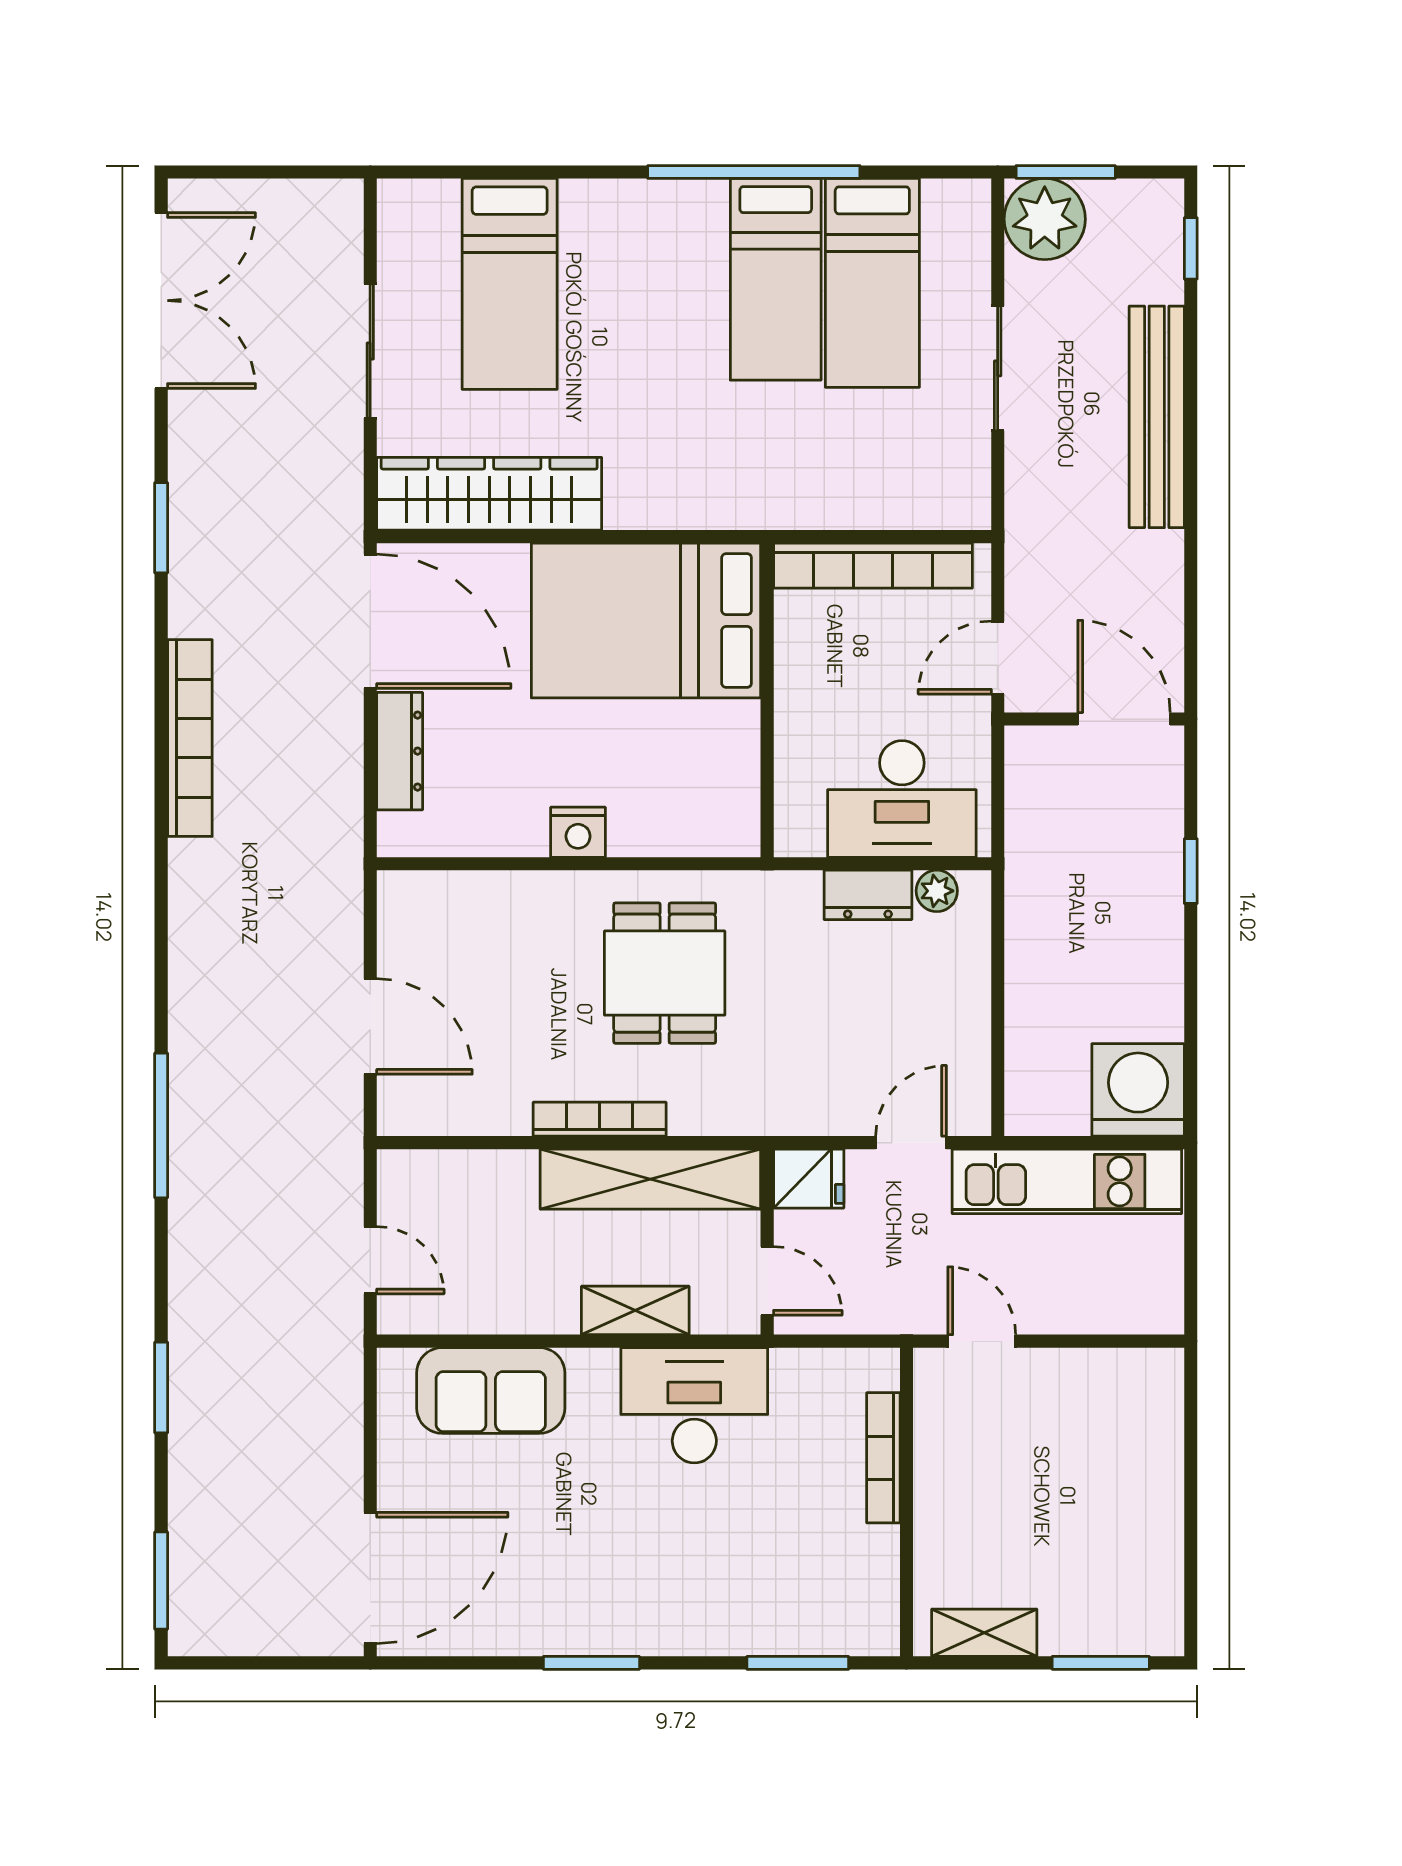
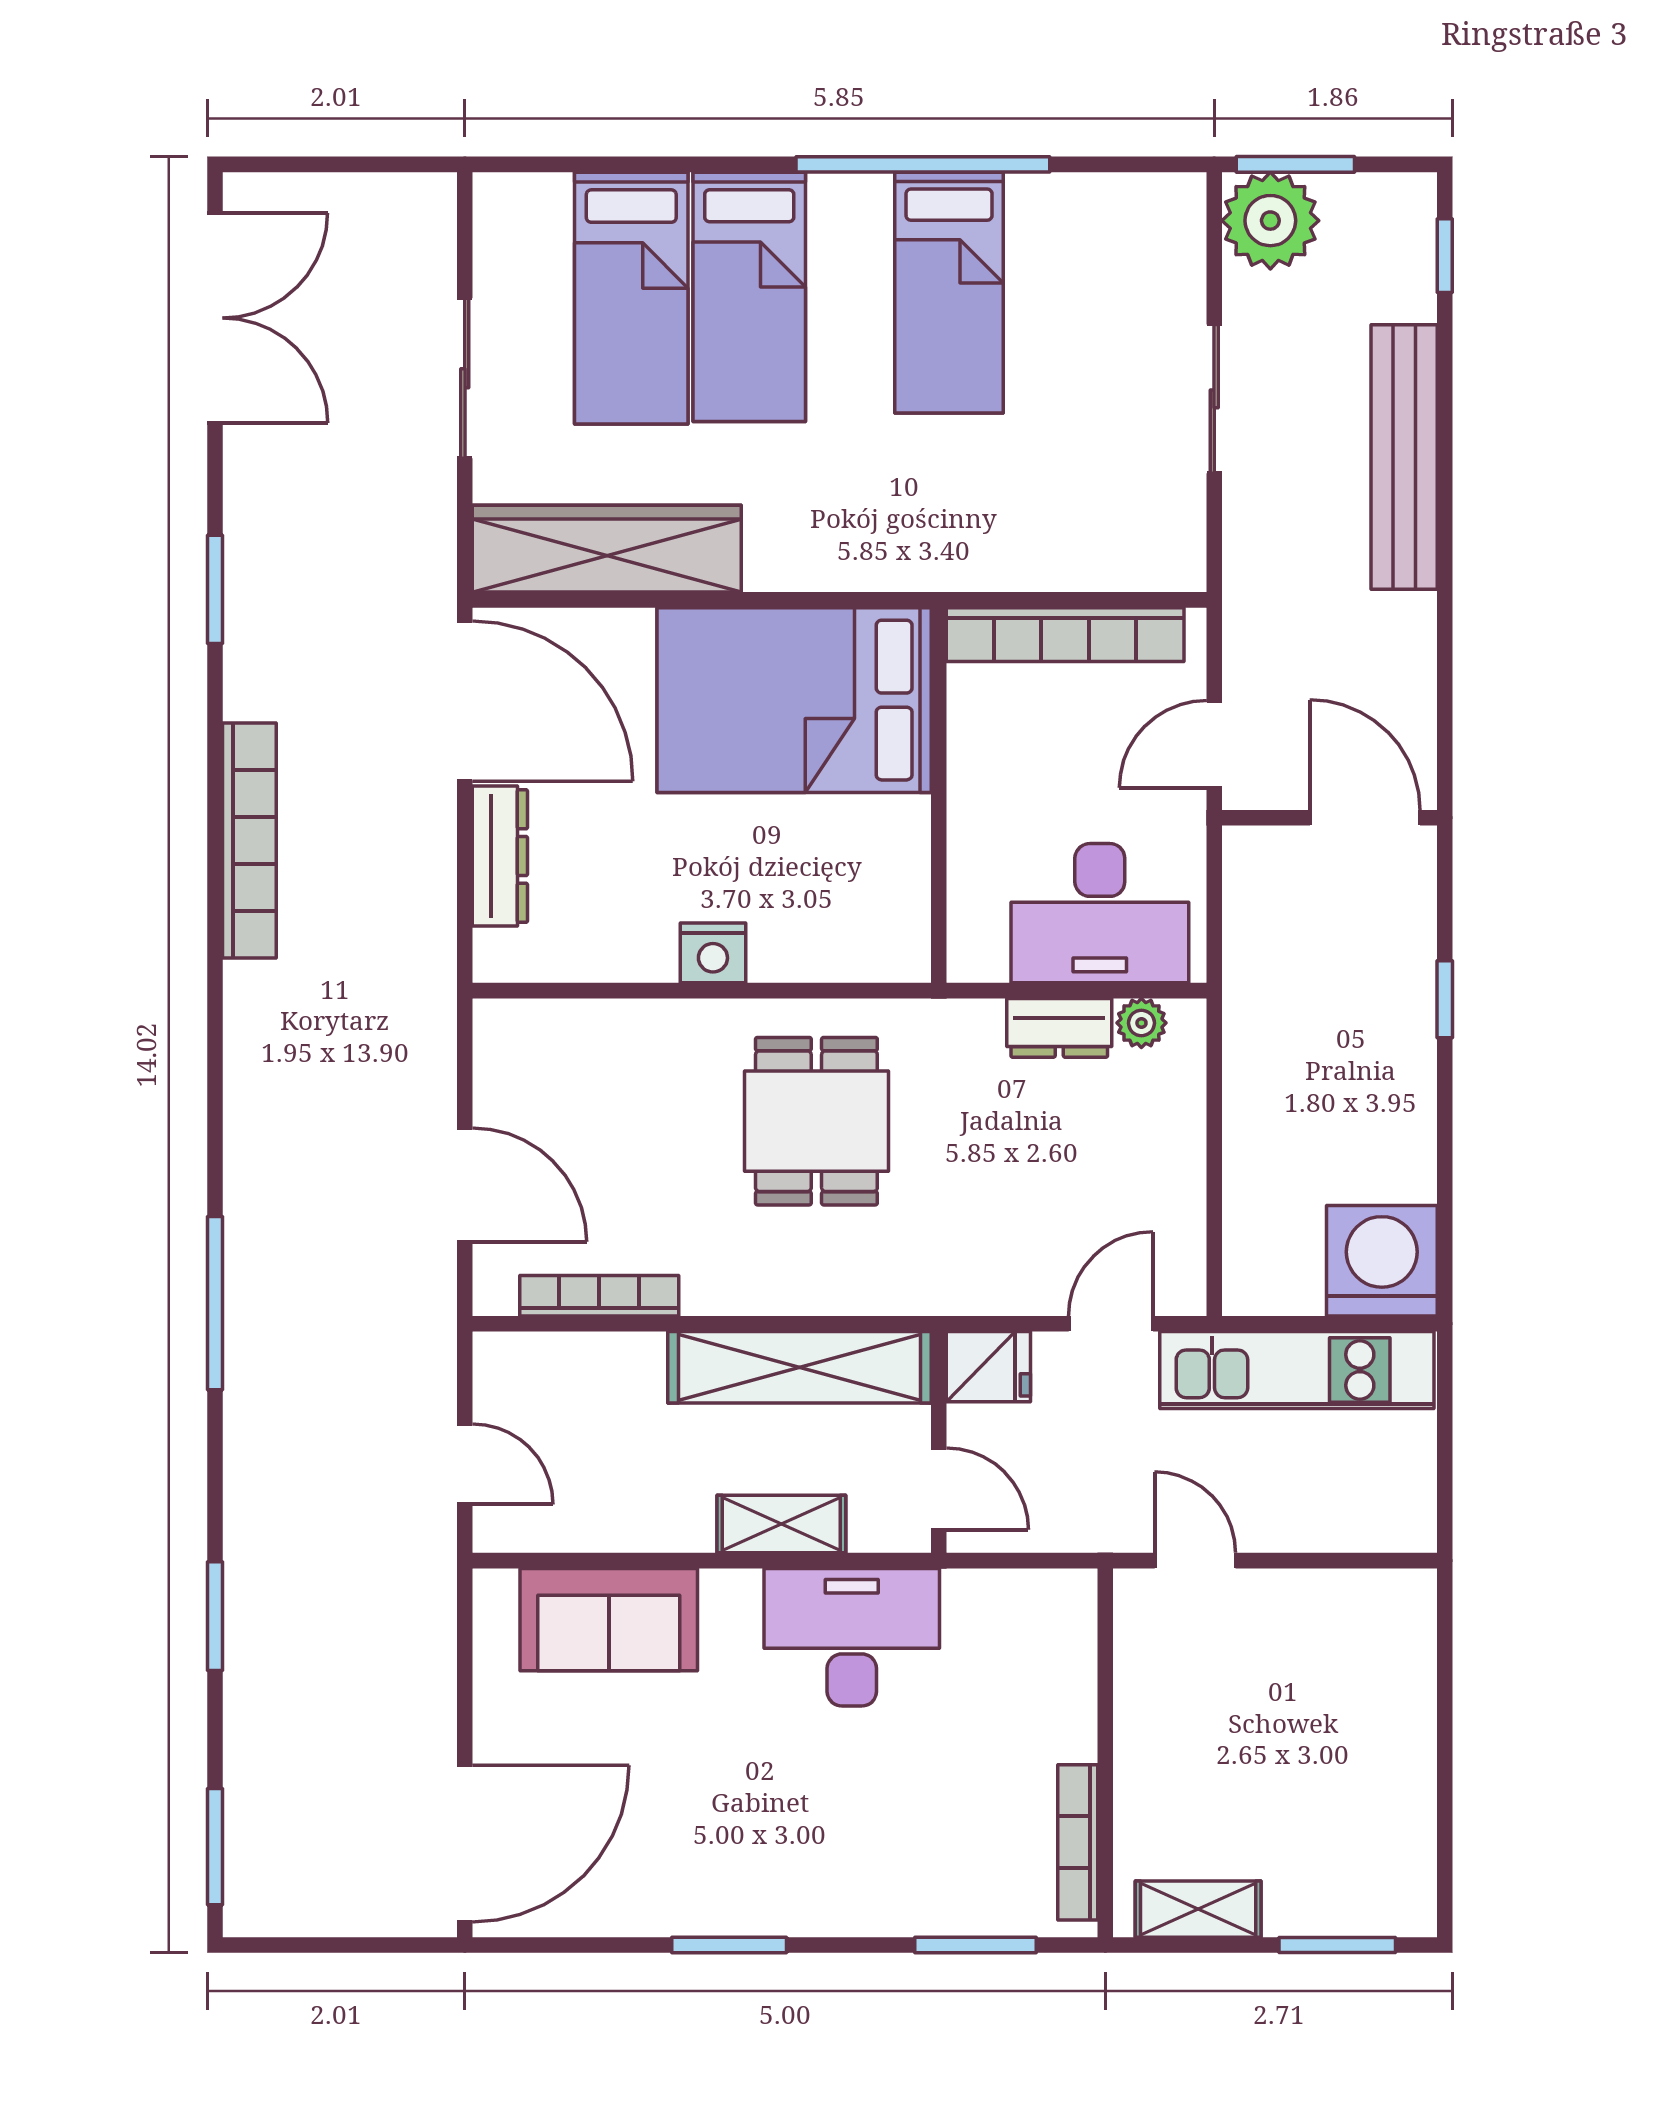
bed: (872, 283) -> (749, 297), moved
bookcase: (600, 1119) -> (599, 1296), moved
bookcase: (883, 1458) -> (1078, 1842), moved

